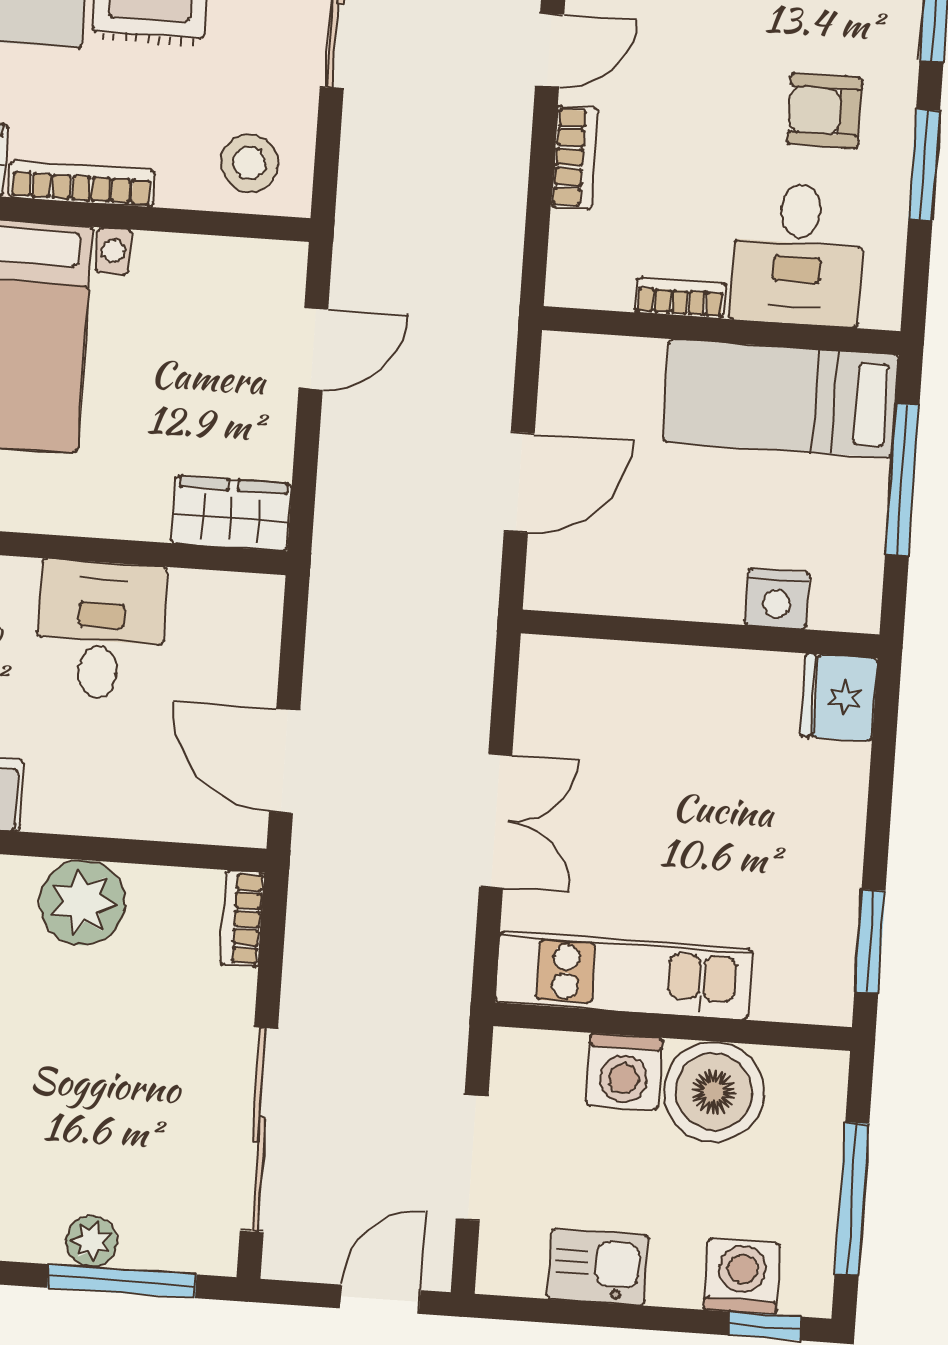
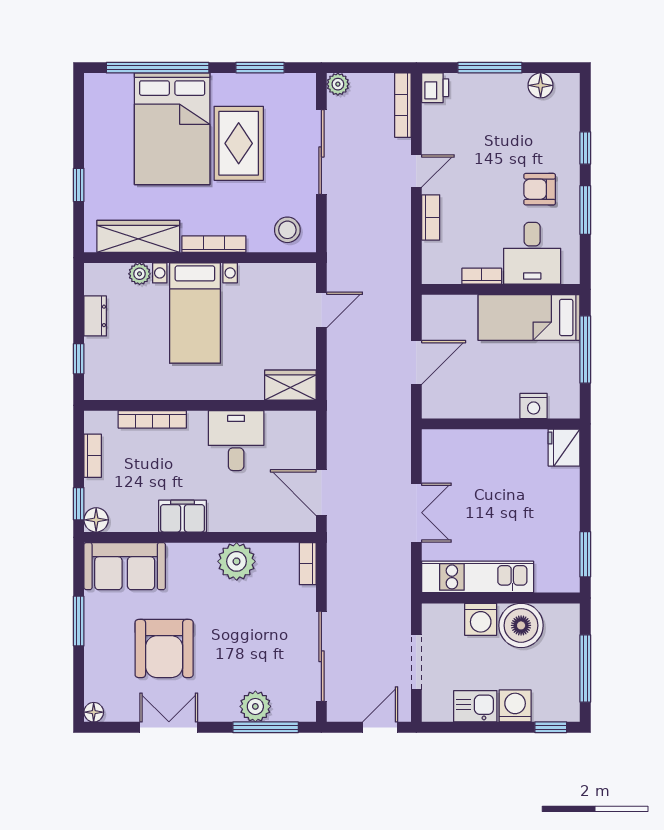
plant: (92, 1241) -> (255, 706), width x1.38, depth x1.38
washing machine: (742, 1276) -> (515, 706), moved

